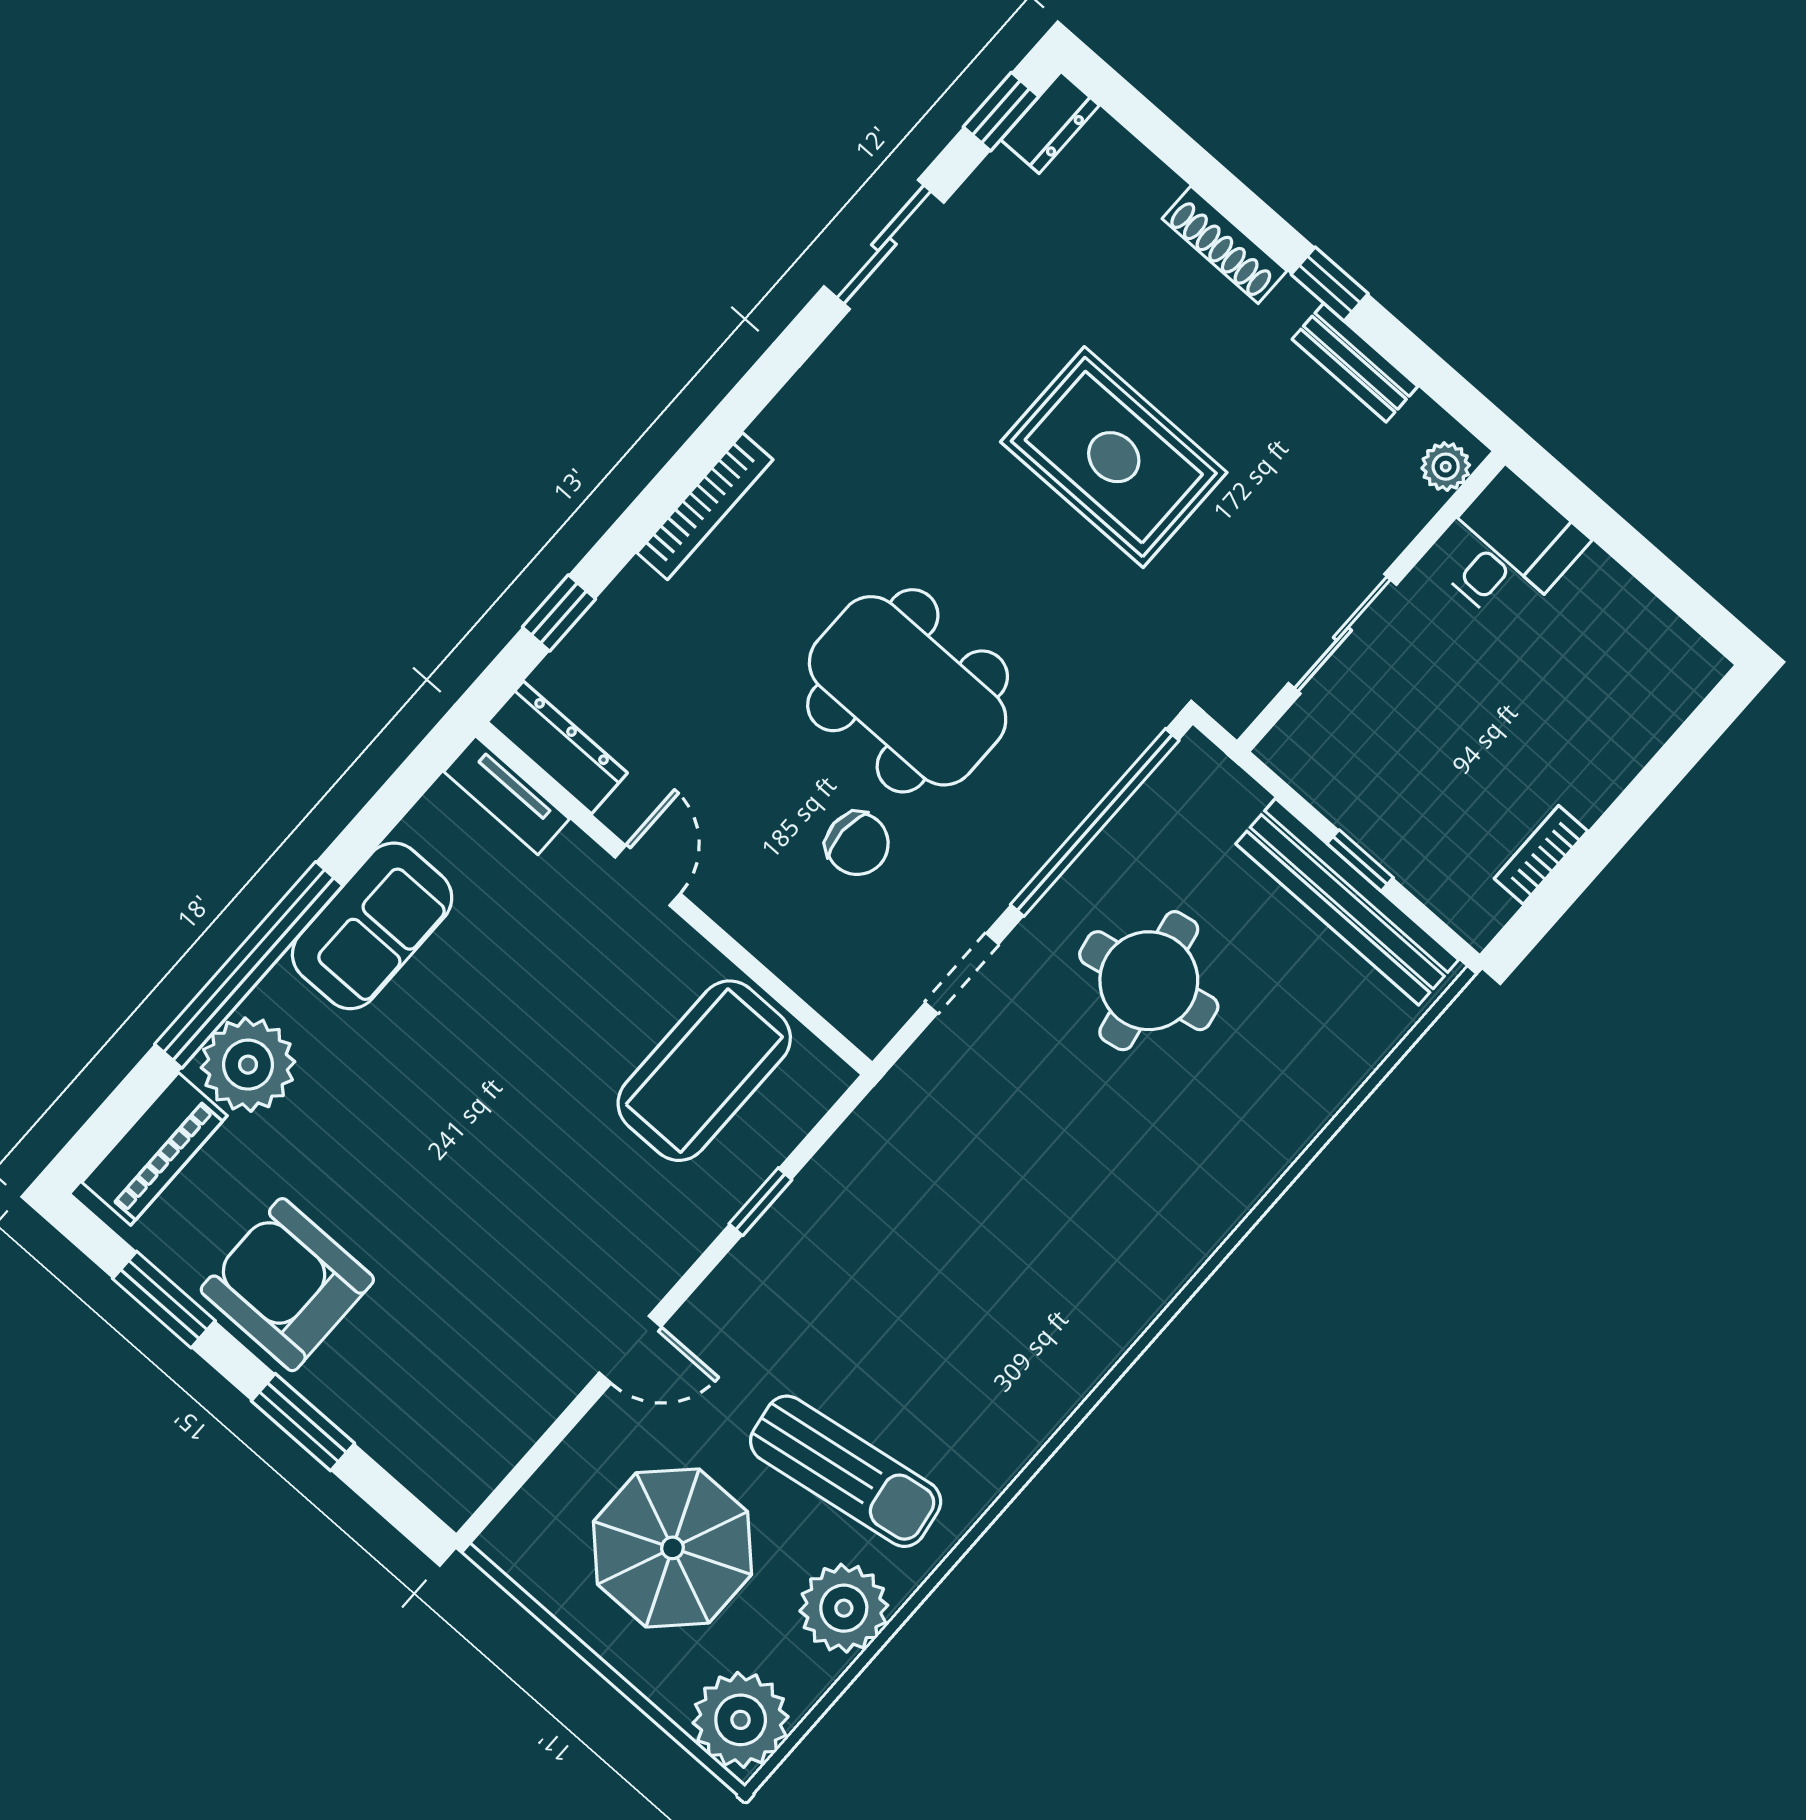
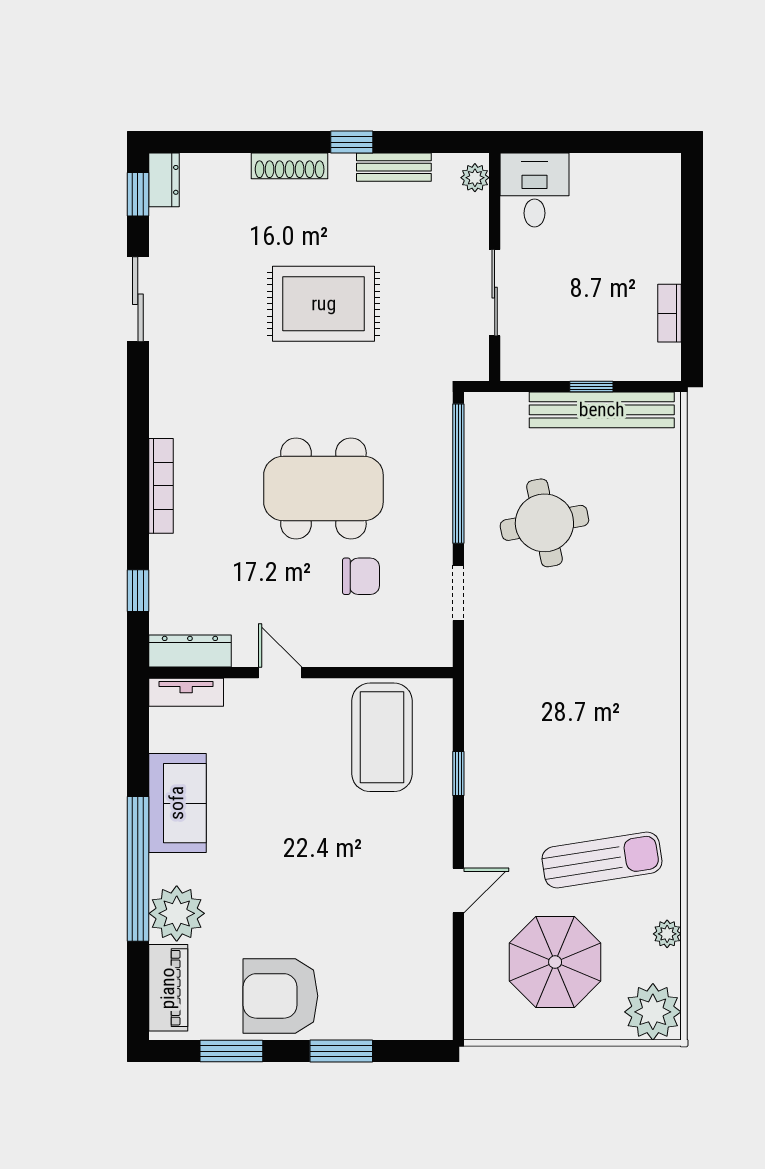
plant: (844, 1608) -> (667, 934), width x0.53, depth x0.53

